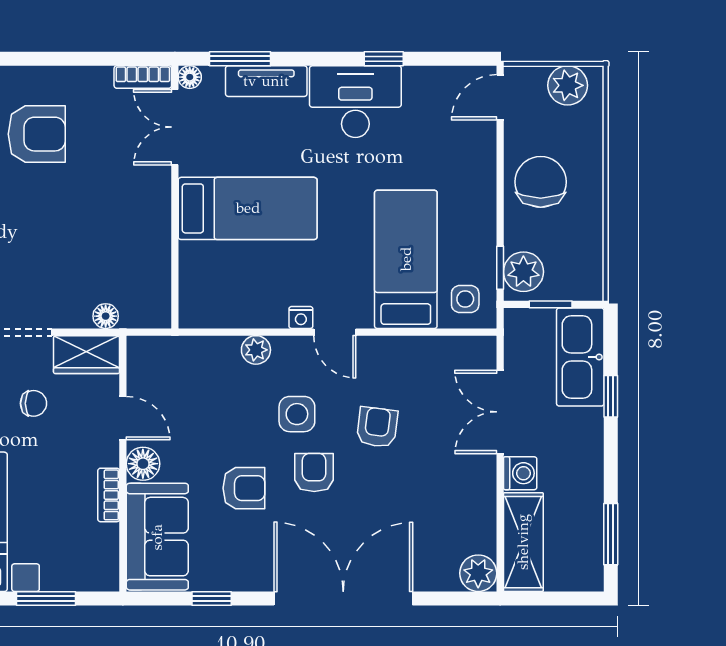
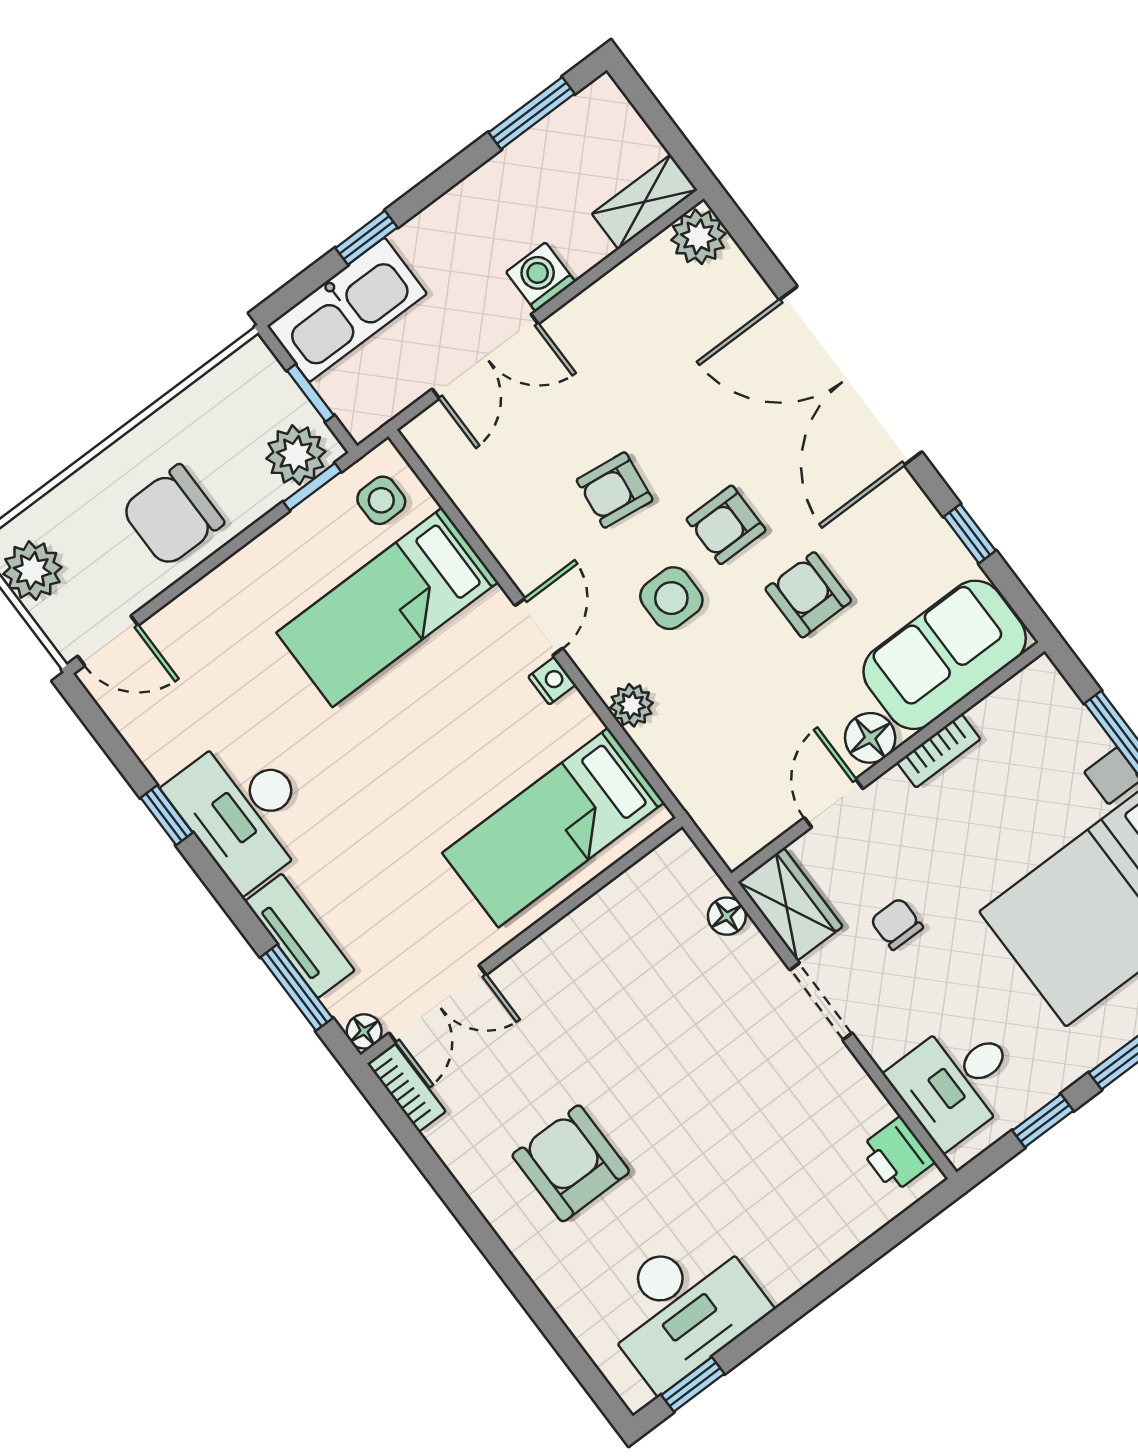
bed: (248, 208) -> (553, 828), moved, turned -90
shelving: (523, 542) -> (645, 202), width x0.67, depth x0.75

